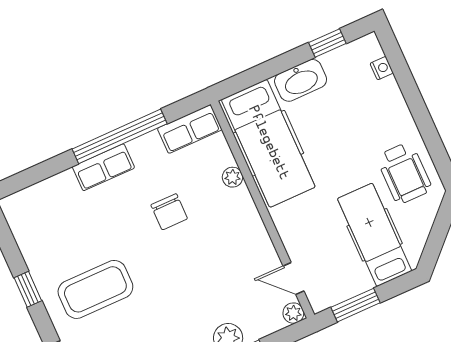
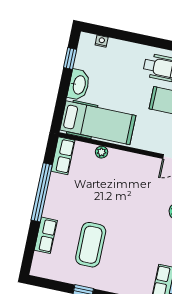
row of seats: (103, 167) -> (46, 235), moved
chair: (169, 212) -> (96, 195), removed
coffee table: (95, 289) -> (91, 245), moved

